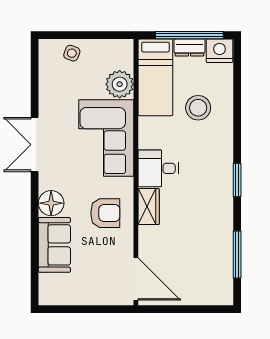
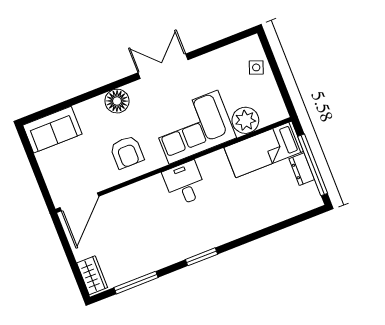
nightstand: (220, 51) -> (309, 197), removed
stool: (198, 108) -> (252, 198), removed
wardrobe: (149, 207) -> (92, 275), moved, turned -90
sofa: (54, 245) -> (52, 130), moved

